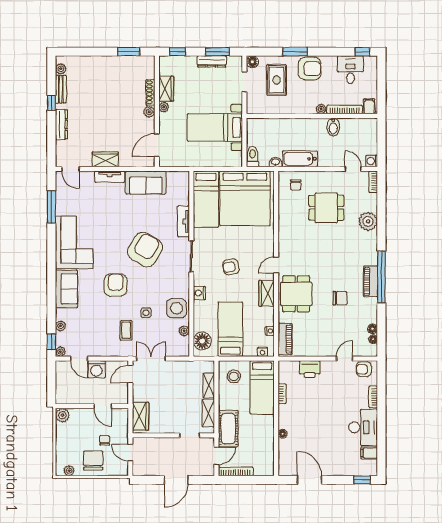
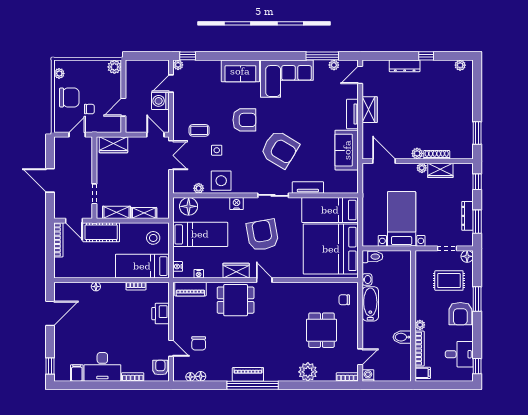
bench: (61, 89) -> (440, 65), removed
armchair: (231, 267) -> (263, 235), width x1.88, depth x1.88
chair: (340, 298) -> (199, 343), moved
plant: (61, 326) -> (334, 65), moved

